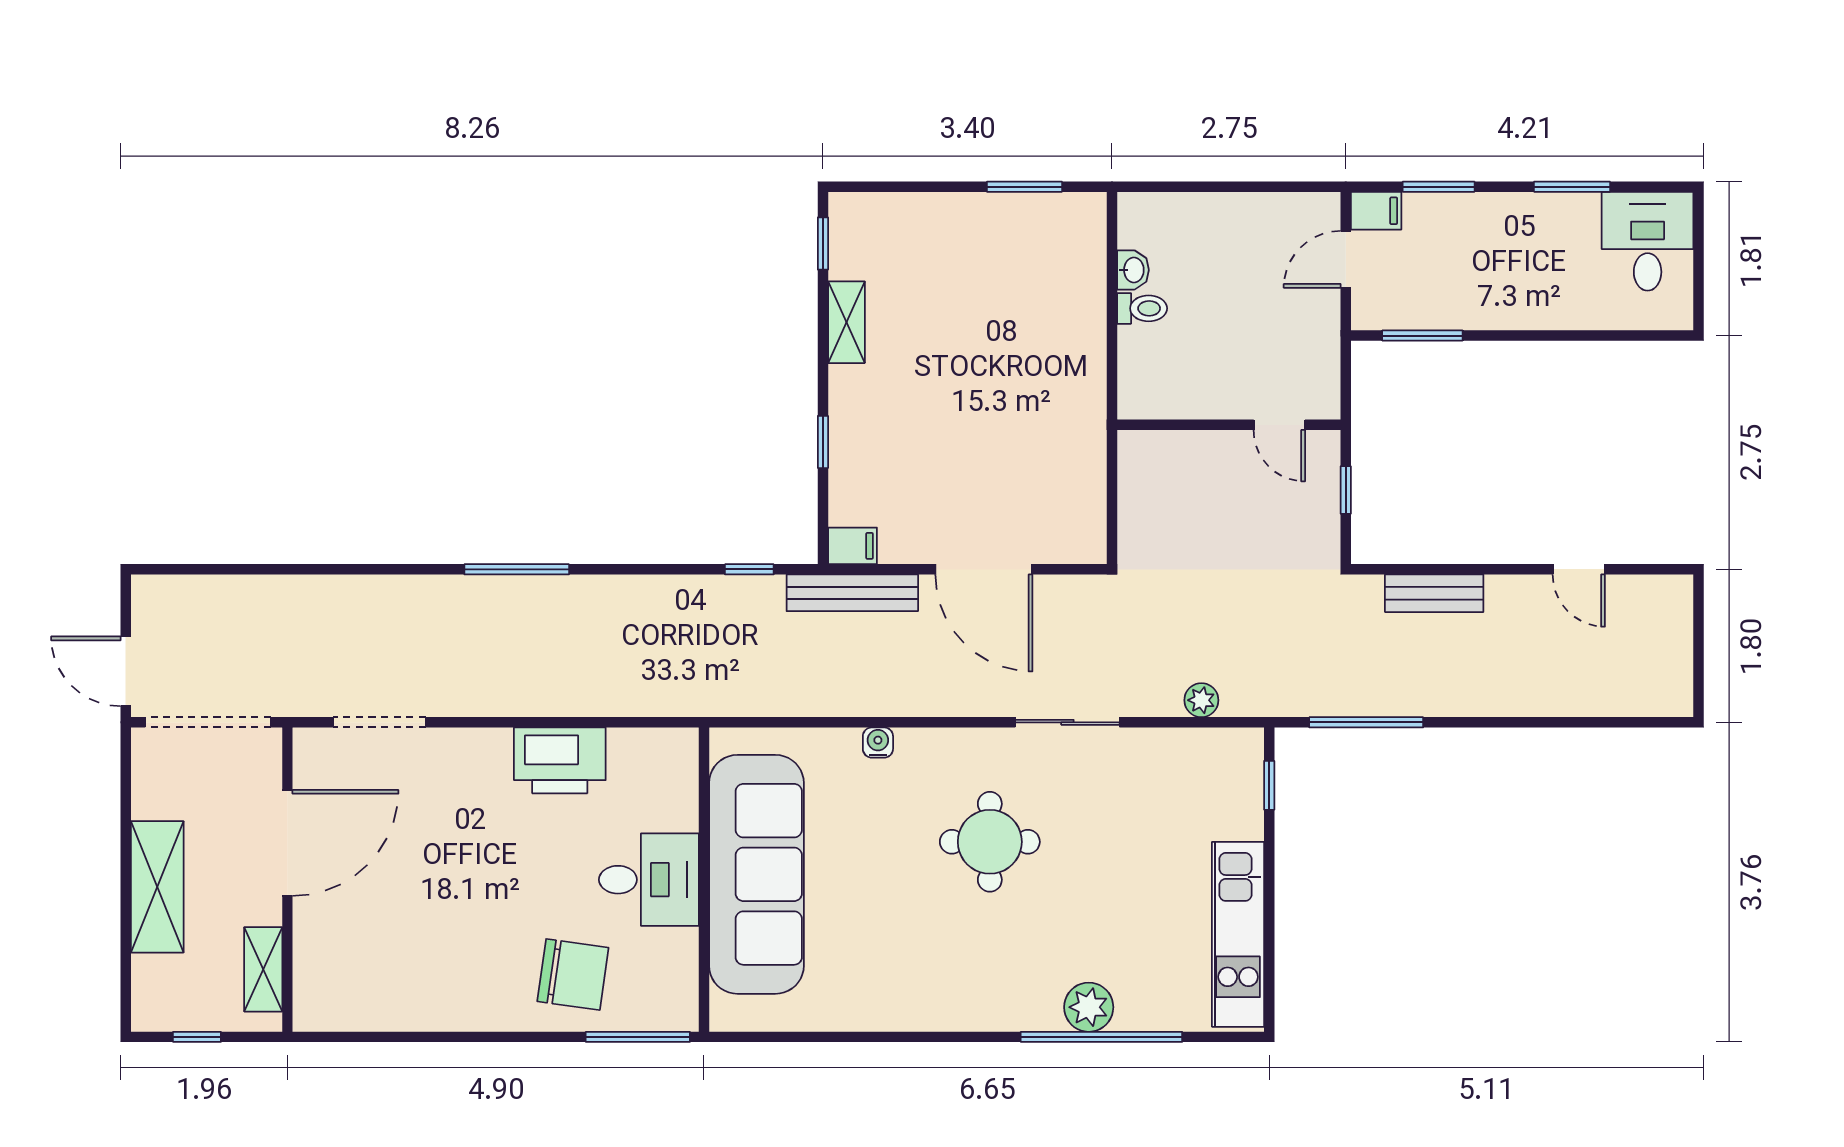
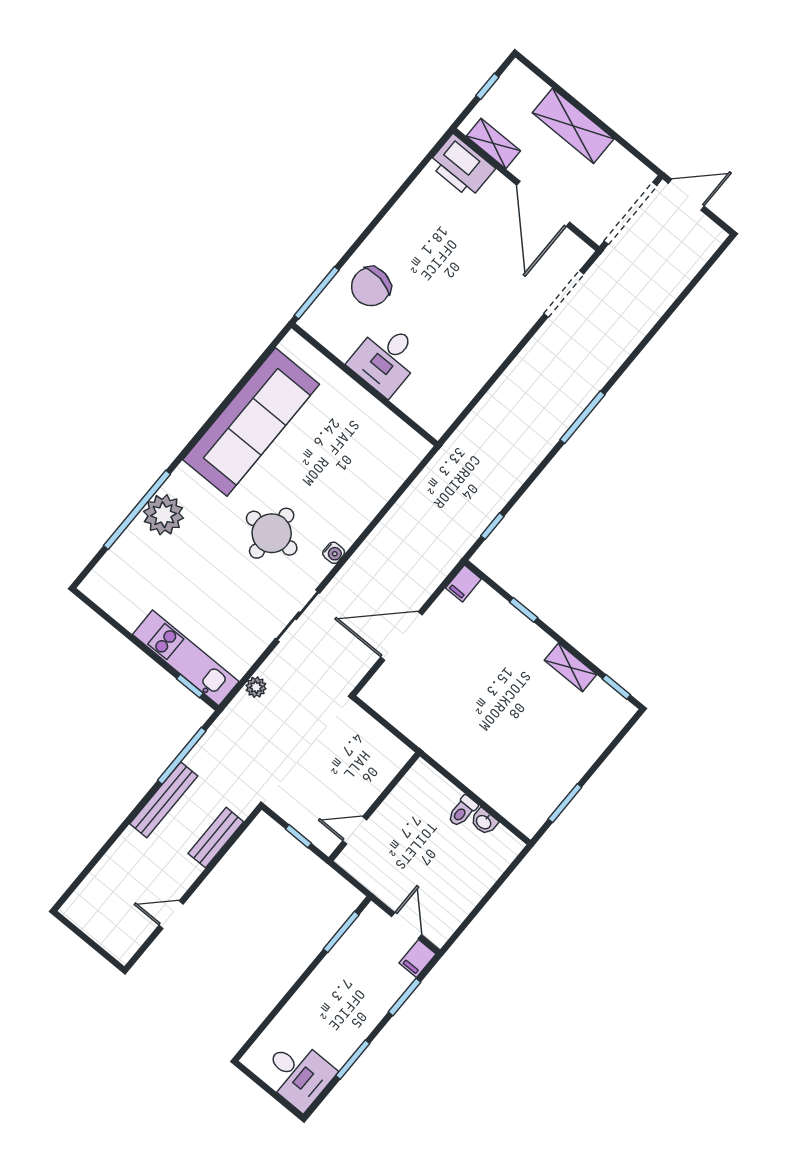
bench: (852, 593) -> (164, 800), moved
water cooler: (878, 743) -> (334, 553), moved
printer: (560, 760) -> (462, 166), moved, turned -90
sofa: (756, 874) -> (251, 422), moved, turned -90
kitchen unit: (1238, 934) -> (186, 658), moved
plant: (1089, 1007) -> (164, 515), width x1.36, depth x1.36

